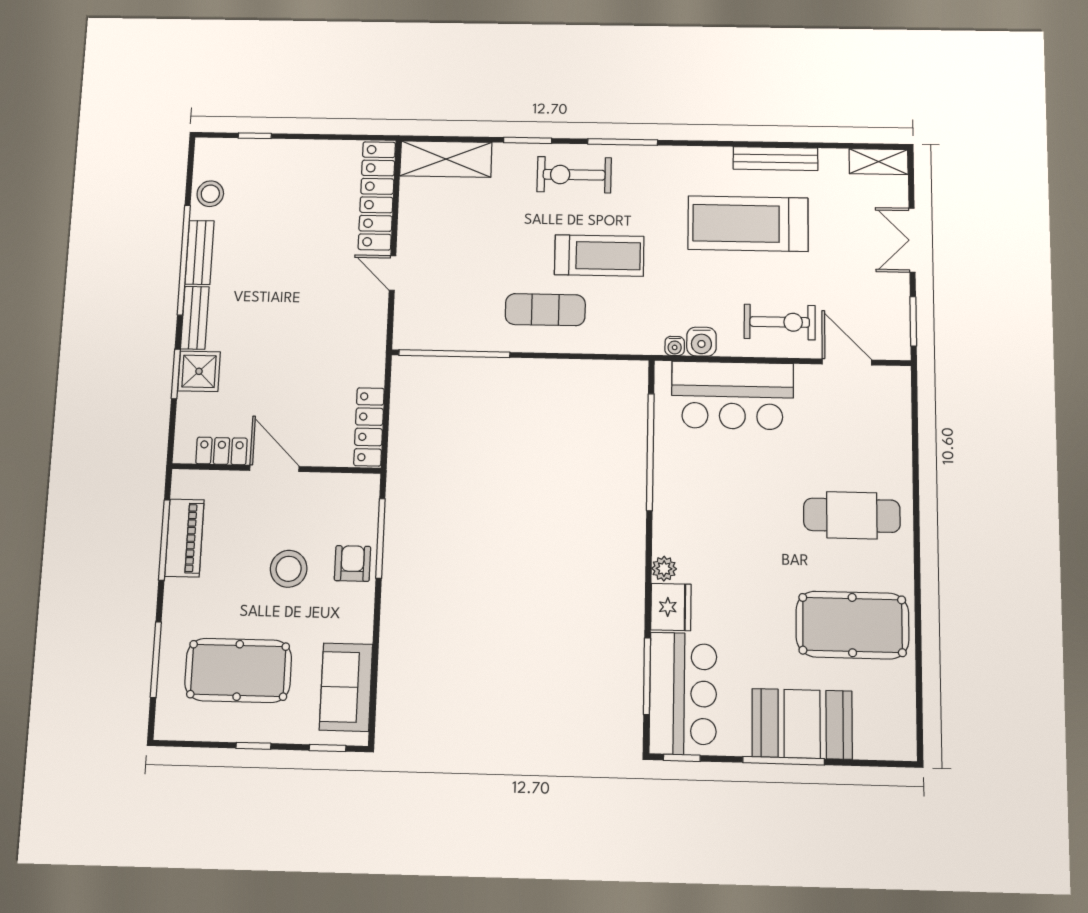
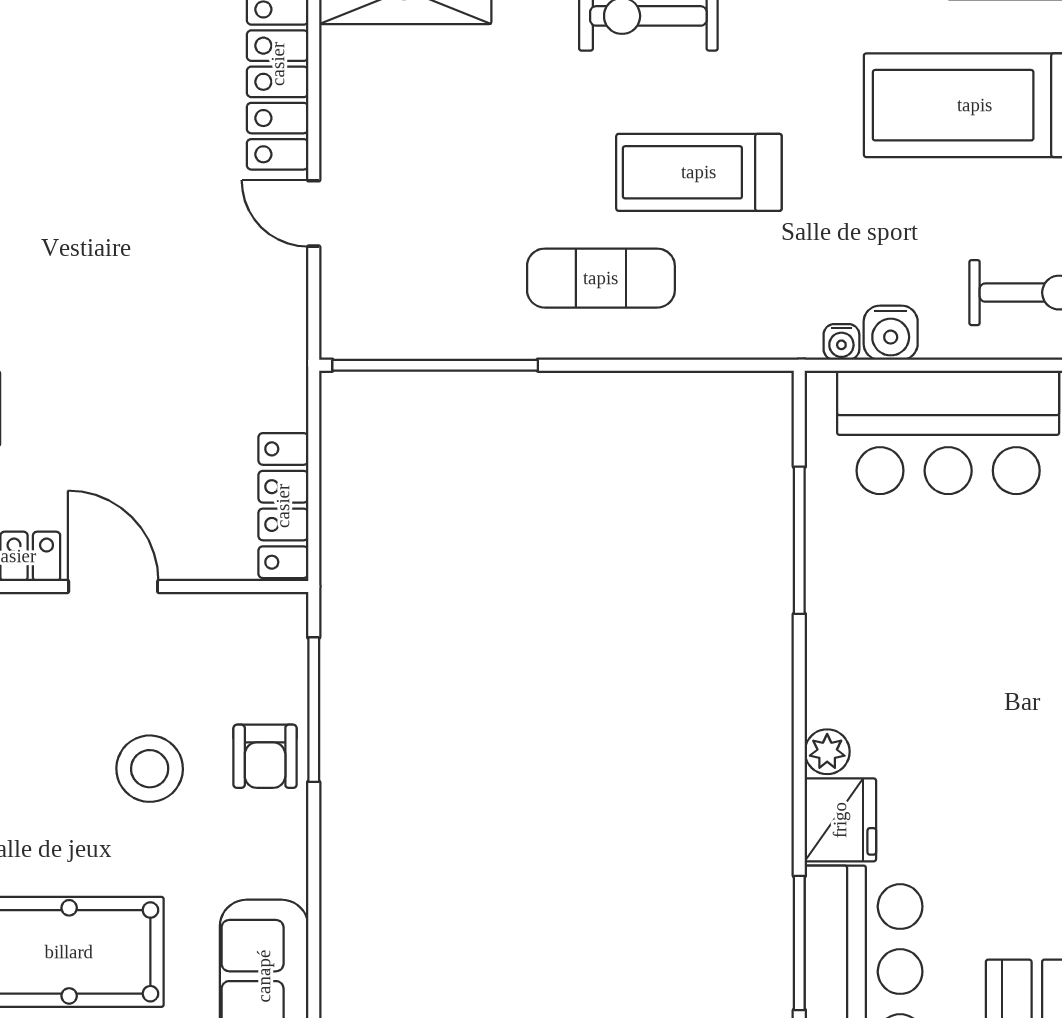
treadmill: (599, 256) -> (699, 172), turned 180
window: (650, 452) -> (799, 540), width x0.68
armchair: (353, 563) -> (265, 756), turned 180

